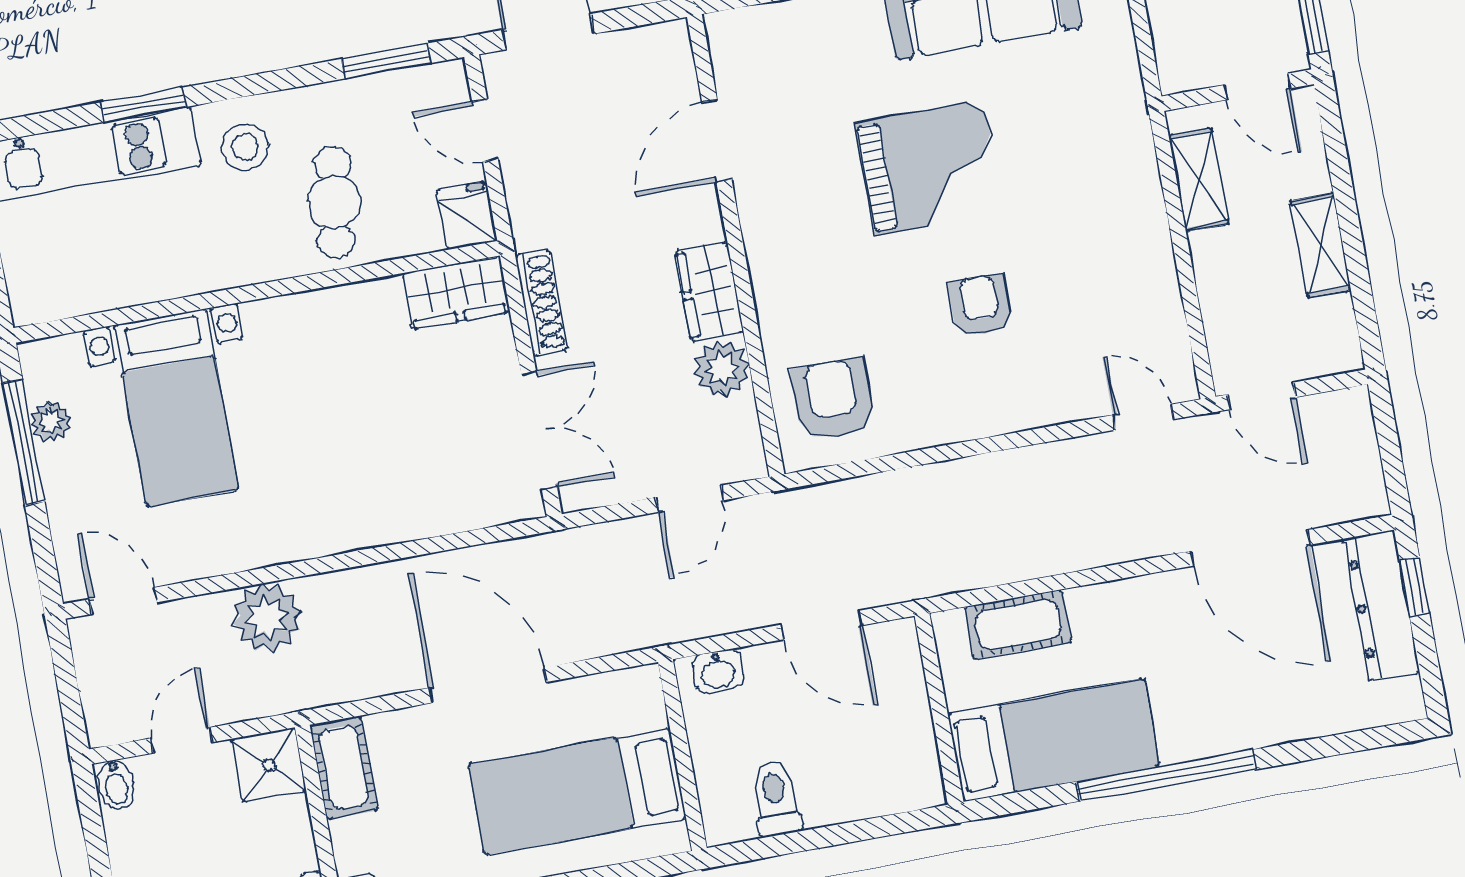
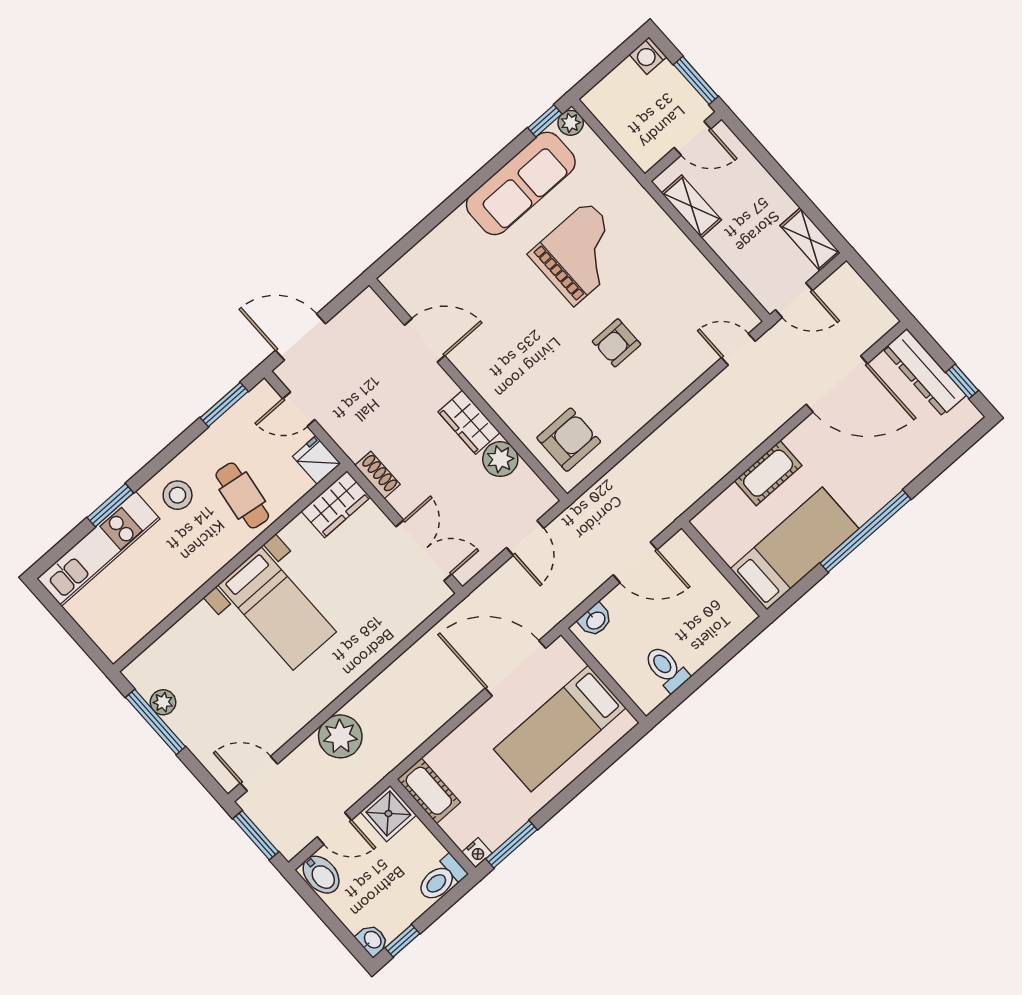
door: (717, 141) -> (425, 340), swing flipped
grand piano: (929, 168) -> (581, 253), moved
shelving: (1321, 245) -> (810, 239), moved
shoe rack: (541, 303) -> (378, 475), width x0.70
armchair: (980, 306) -> (616, 343), turned -90
armchair: (833, 399) -> (569, 440), turned 90
bed with nightstands: (176, 408) -> (277, 608), moved
window: (1415, 587) -> (962, 381), moved
cot: (1018, 625) -> (768, 473), moved
window: (67, 683) -> (256, 835), added
door: (488, 685) -> (516, 668), moved
door: (181, 740) -> (334, 828), swing flipped
bidet: (116, 785) -> (321, 875), width x1.38, depth x1.36

